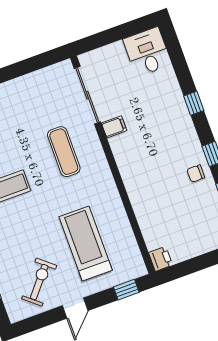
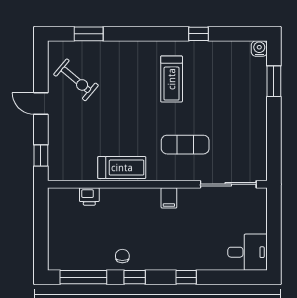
filing cabinet: (114, 127) -> (169, 198), moved
treadmill: (86, 244) -> (122, 168), moved, width x0.73, depth x0.73
printer: (161, 259) -> (89, 196), moved

